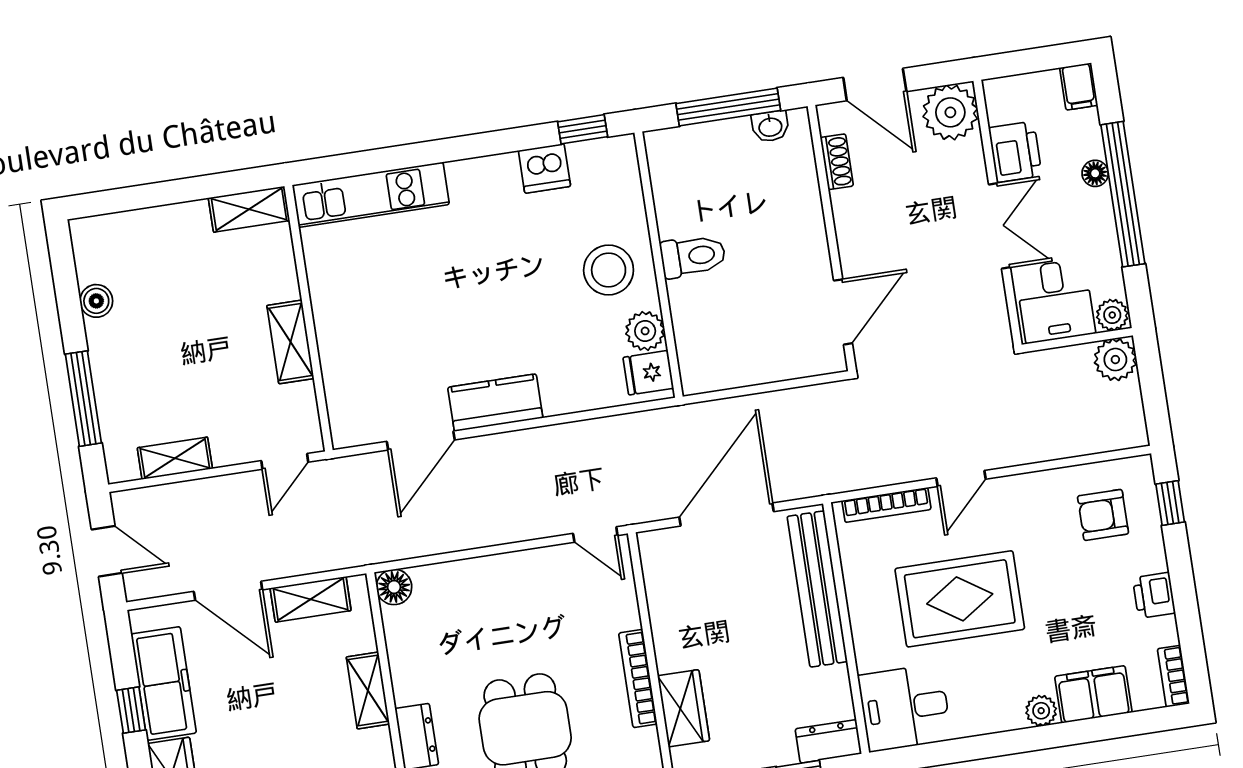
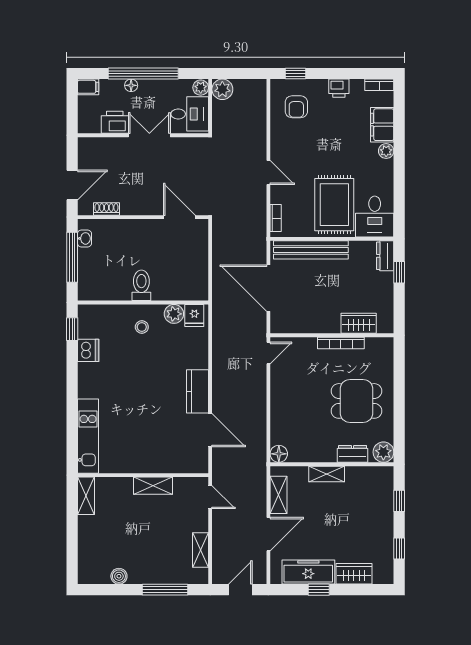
plant: (950, 112) -> (91, 151), removed
stool: (609, 270) -> (142, 327), width x0.53, depth x0.53
bookcase: (886, 505) -> (276, 218), width x0.64
rug: (960, 599) -> (334, 205), moved

